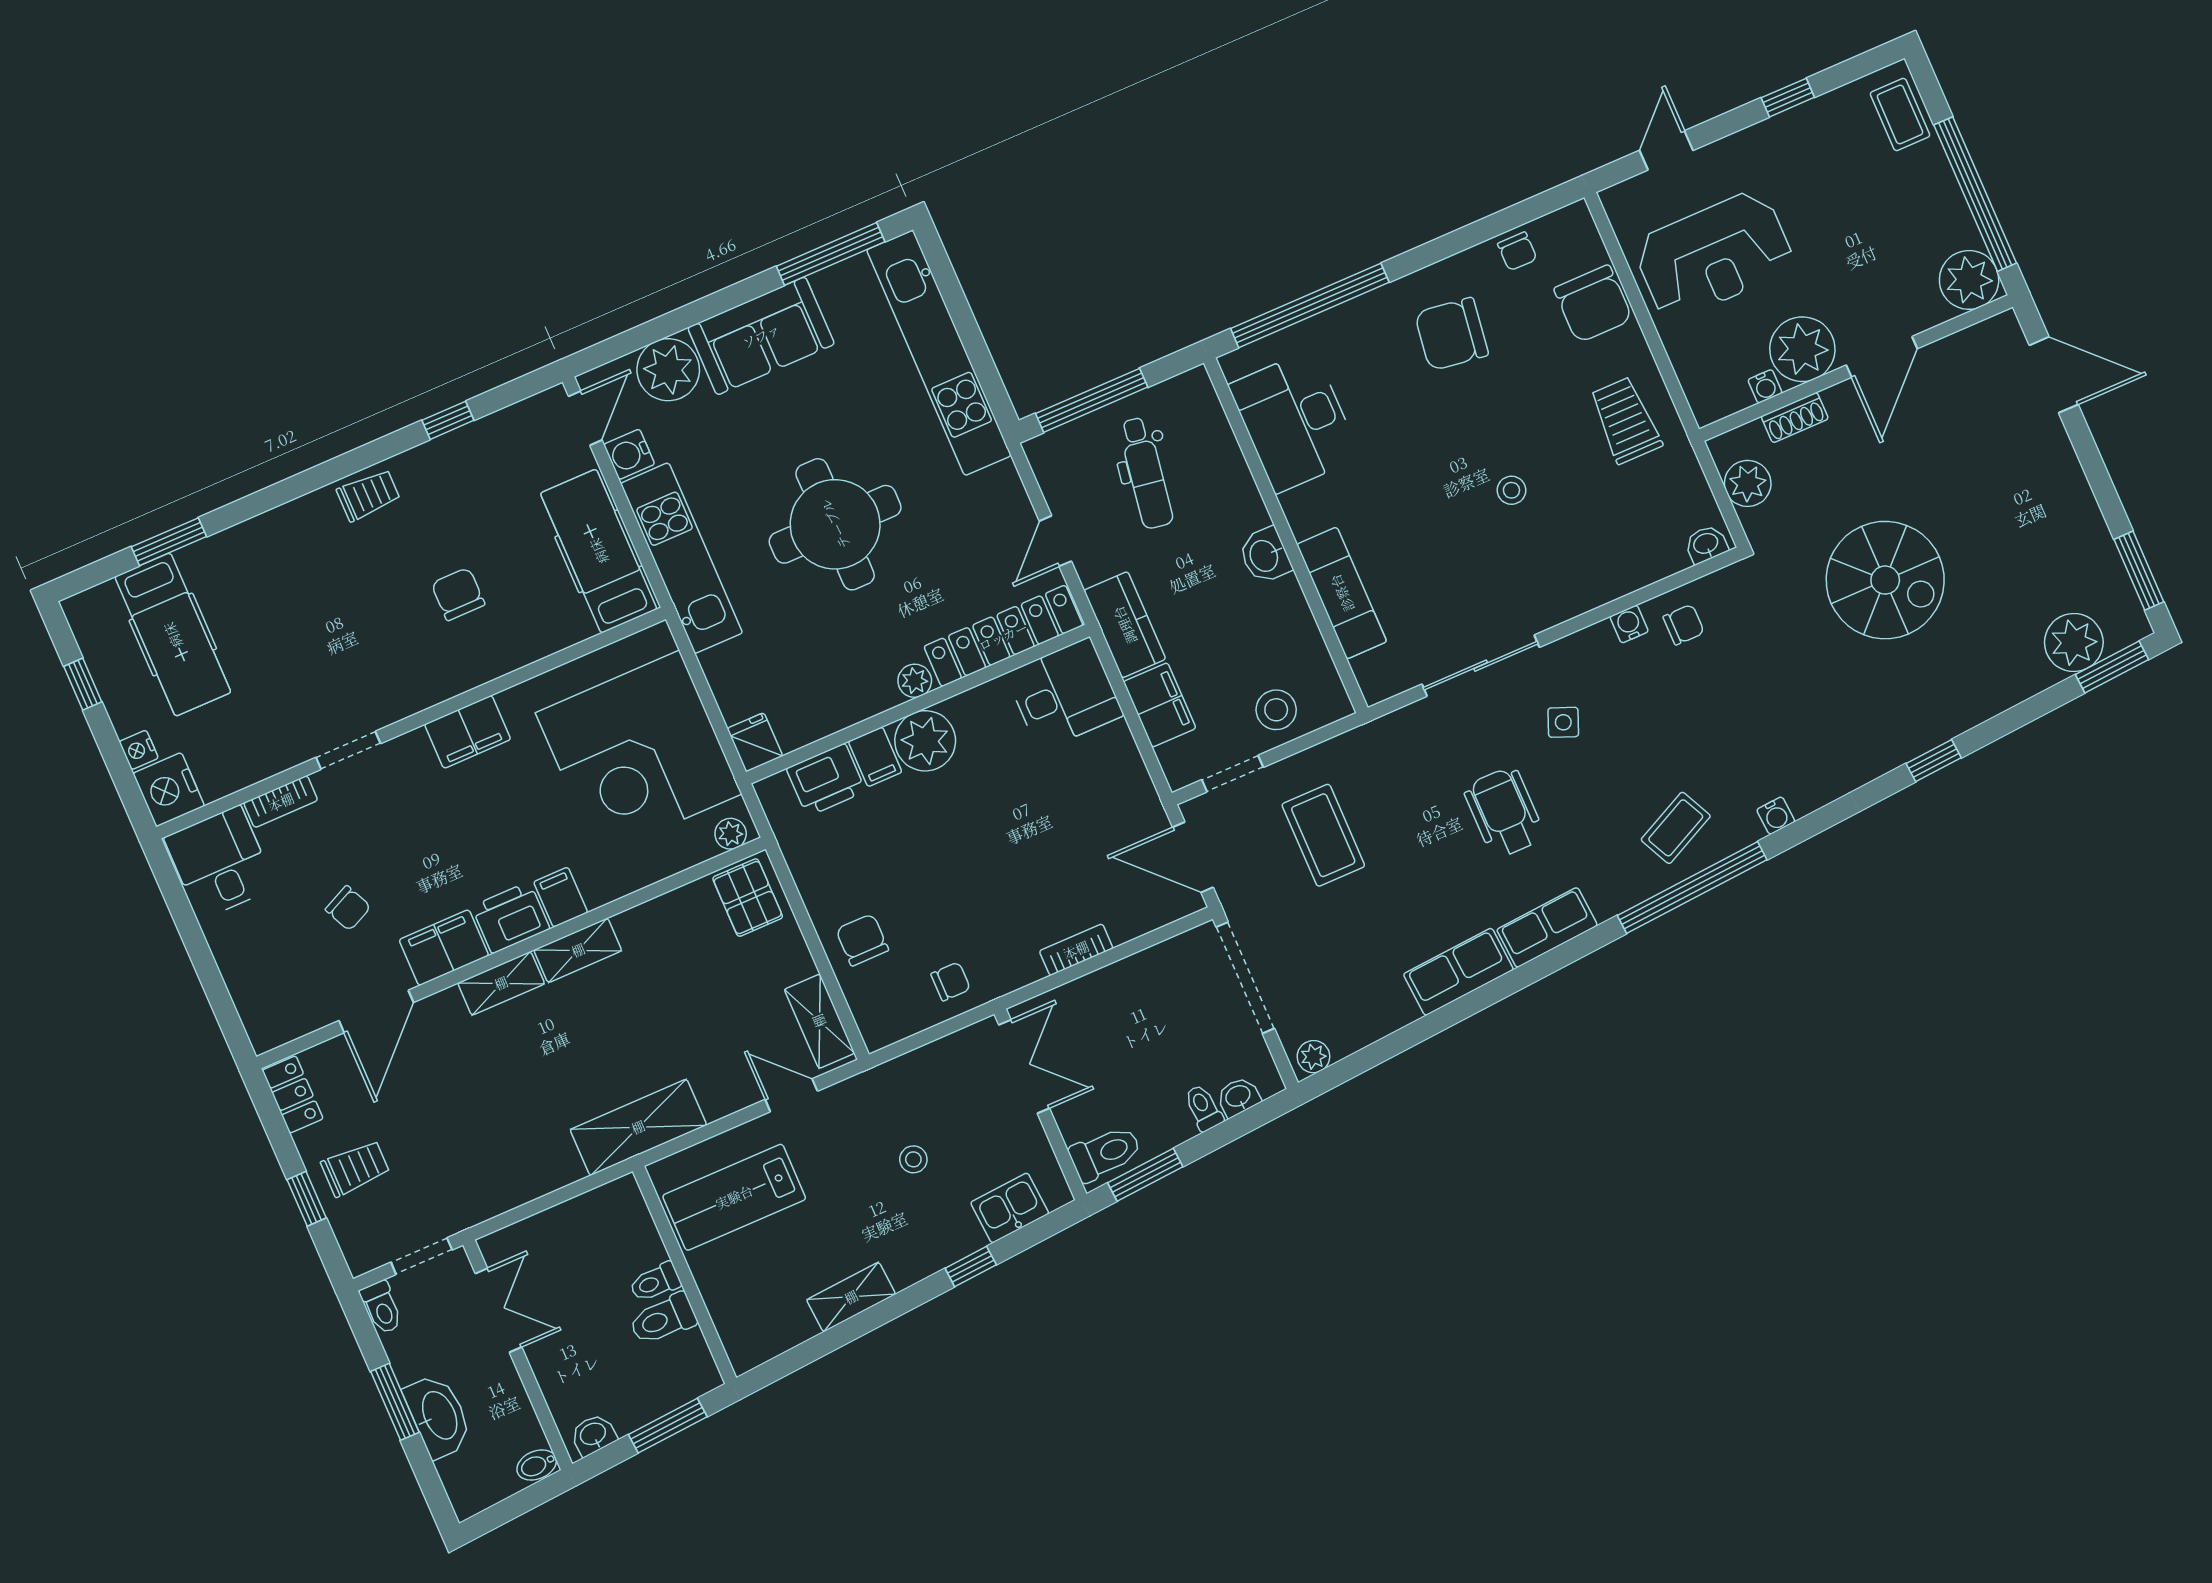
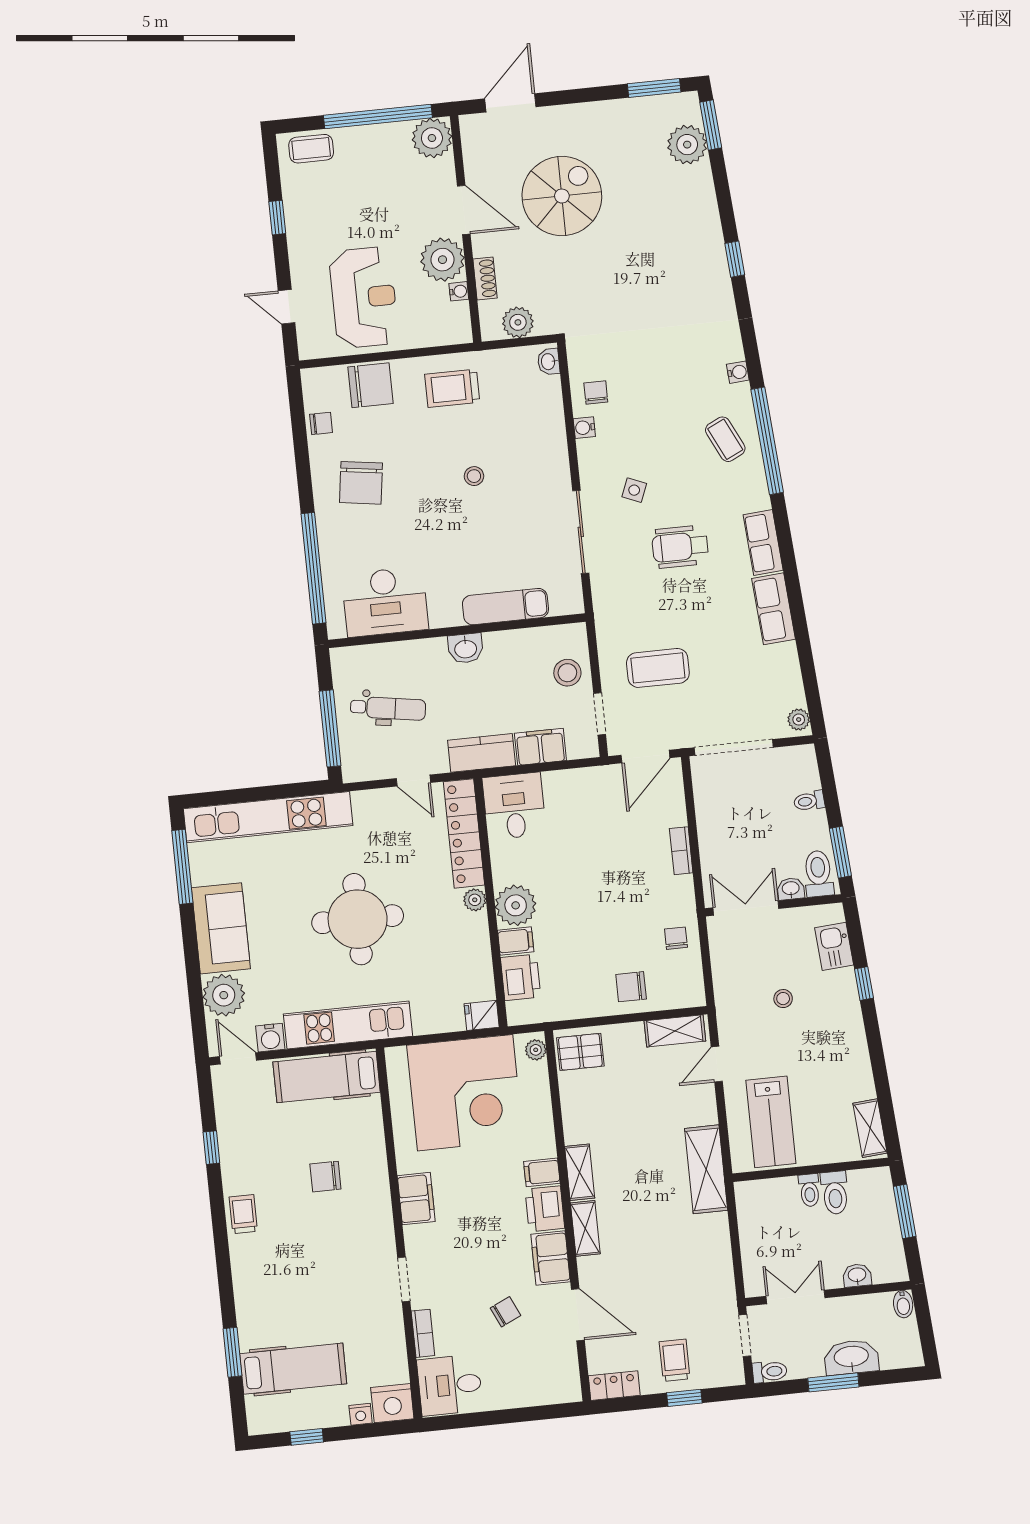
spiral stairs: (1885, 580) -> (562, 196), moved
washbasin: (1238, 1097) -> (791, 889), moved, turned 94
shelving: (851, 1297) -> (870, 1128), moved
washbasin: (593, 1435) -> (857, 1275), moved, turned 94

